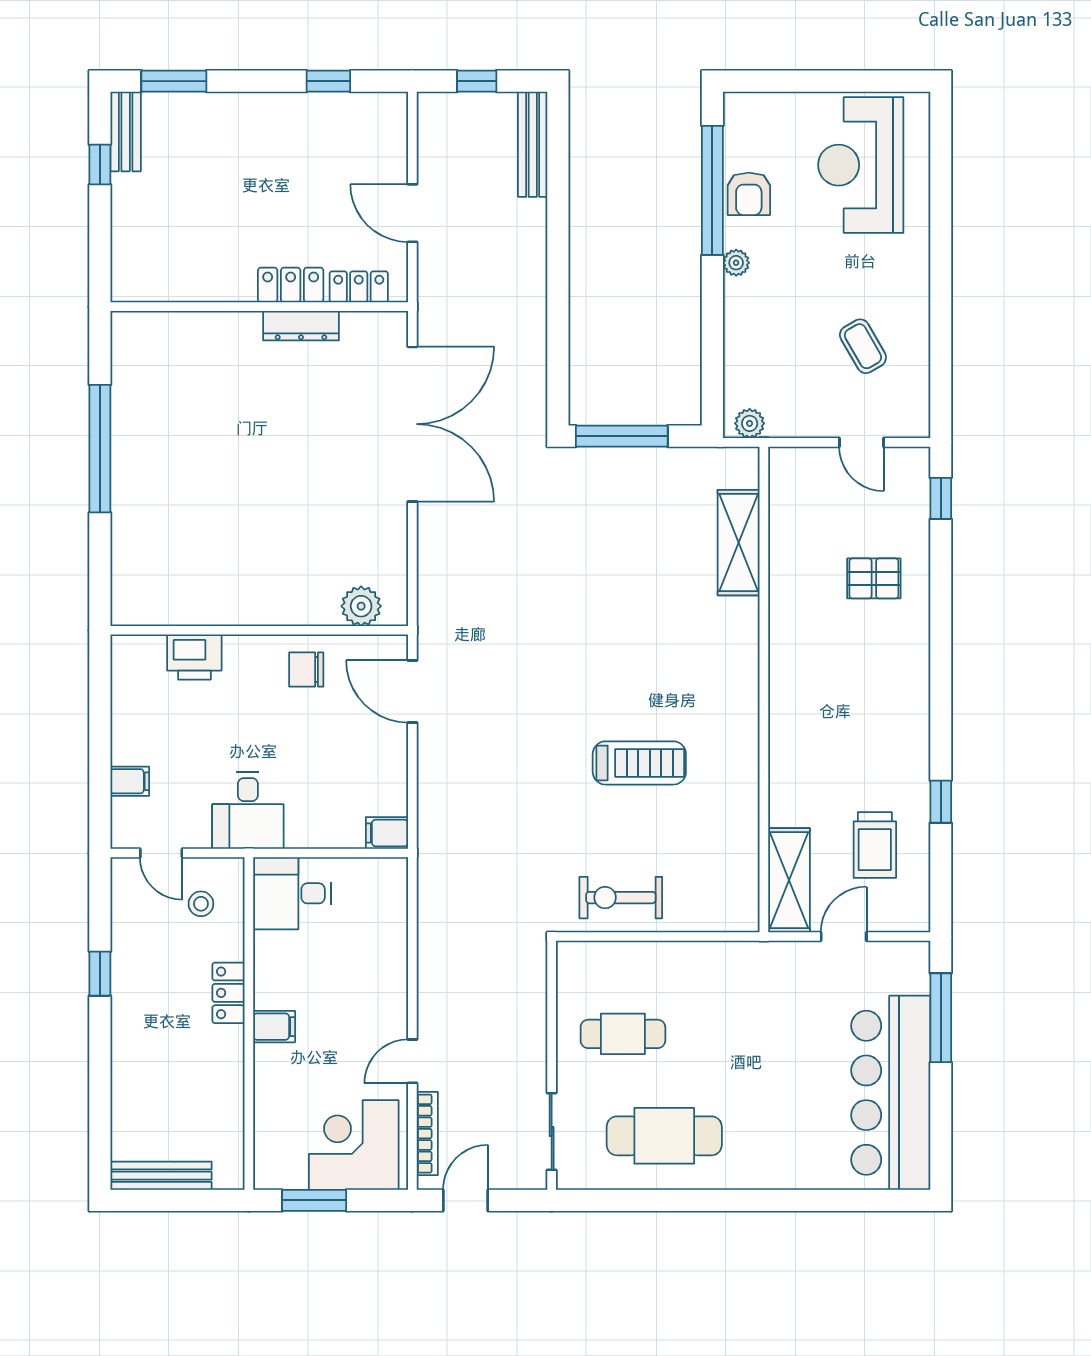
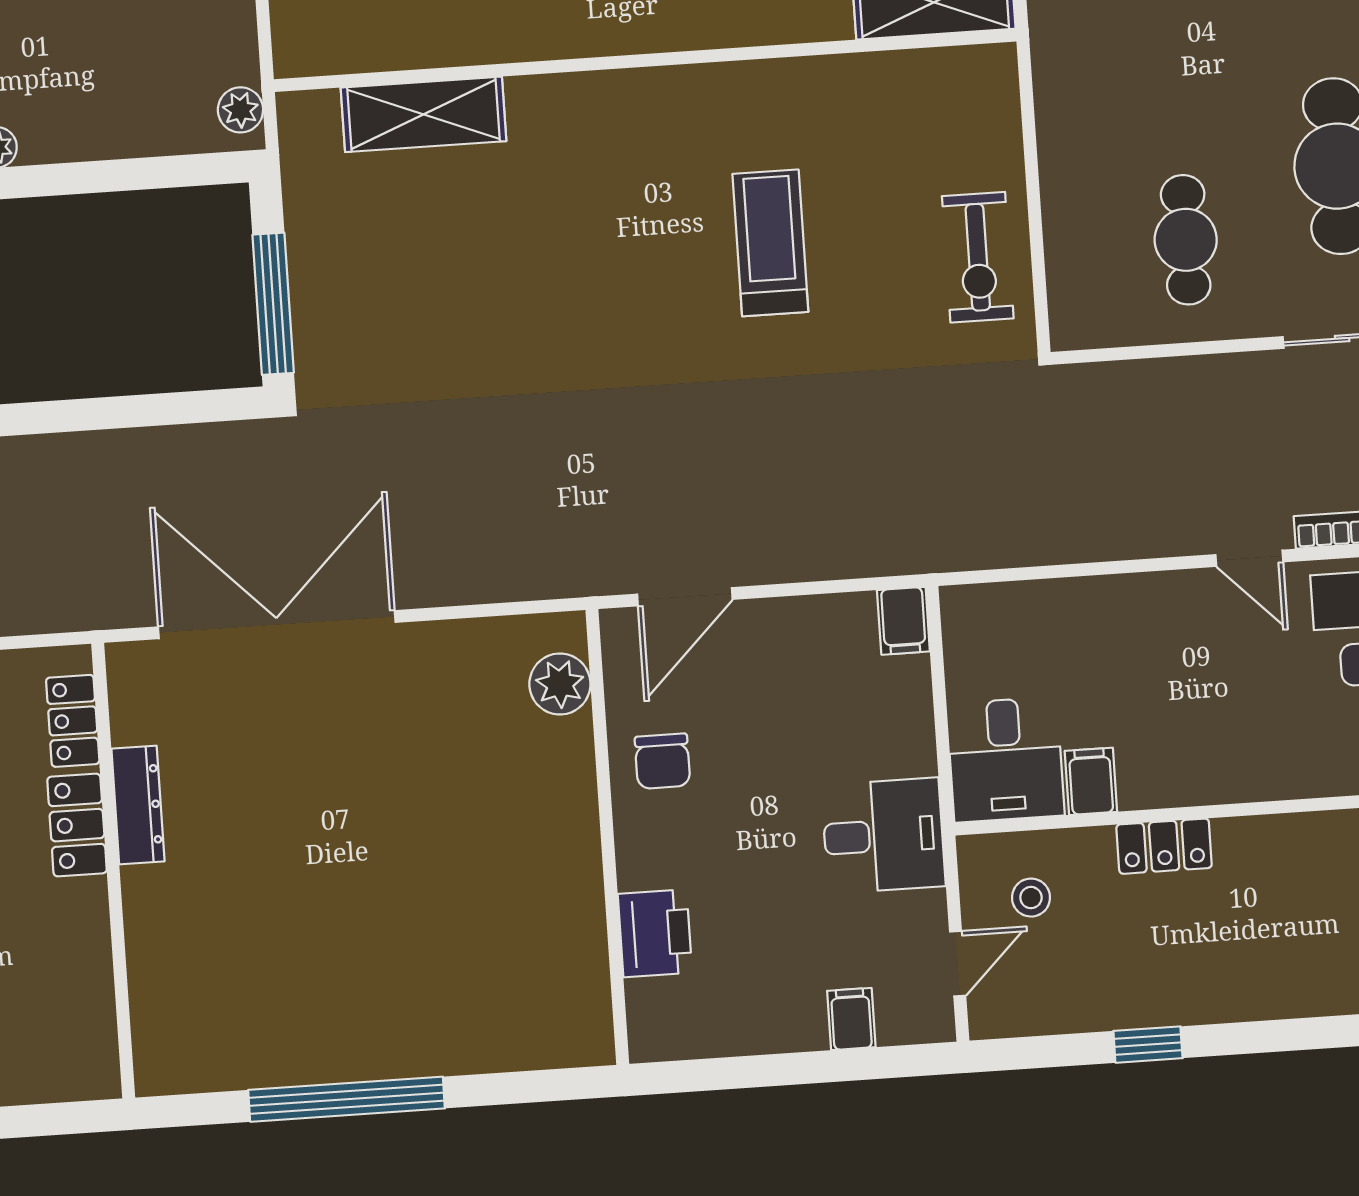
filing cabinet: (274, 1027) -> (1091, 781), moved

